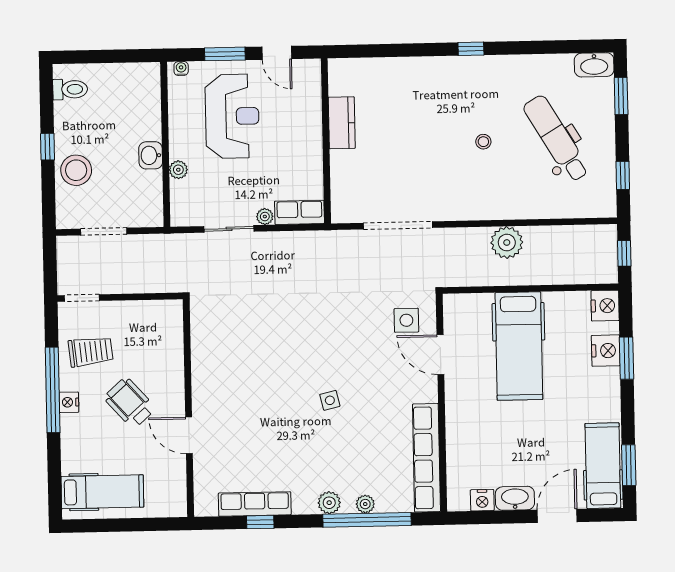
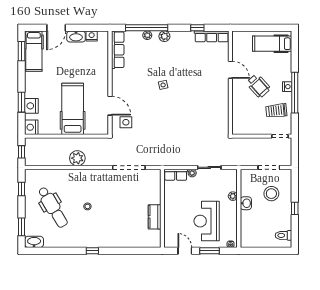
stool: (76, 170) -> (271, 194), moved
row of seats: (426, 458) -> (118, 50), width x0.73
row of seats: (255, 504) -> (212, 36), moved

